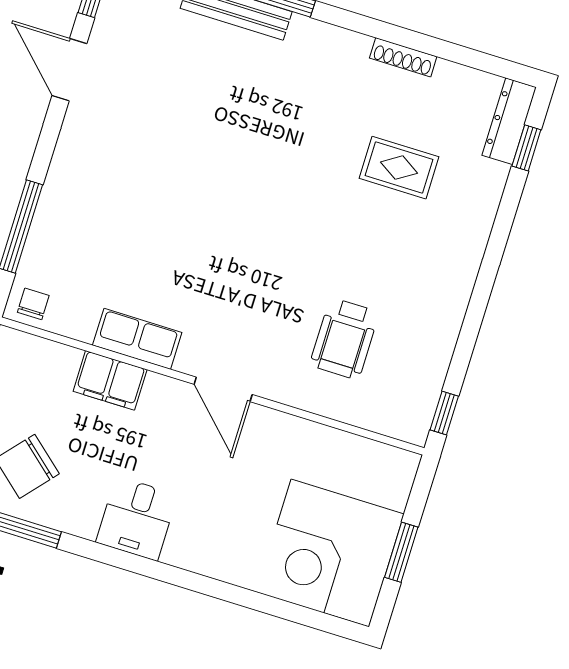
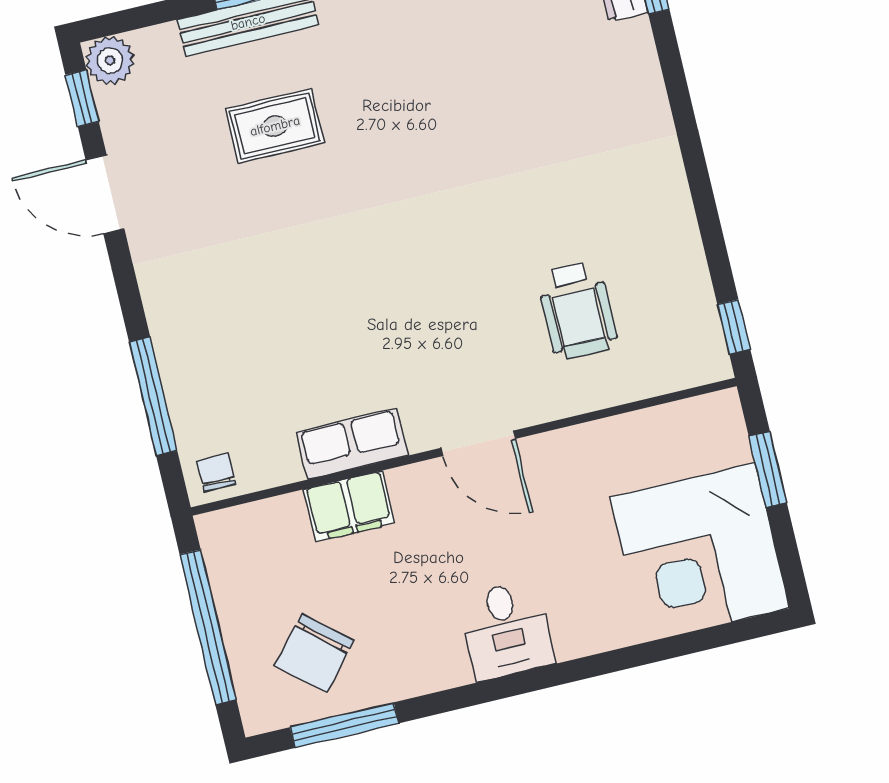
rug: (399, 168) -> (275, 126), moved
desk: (137, 518) -> (506, 630), moved
window: (401, 552) -> (768, 469), moved

